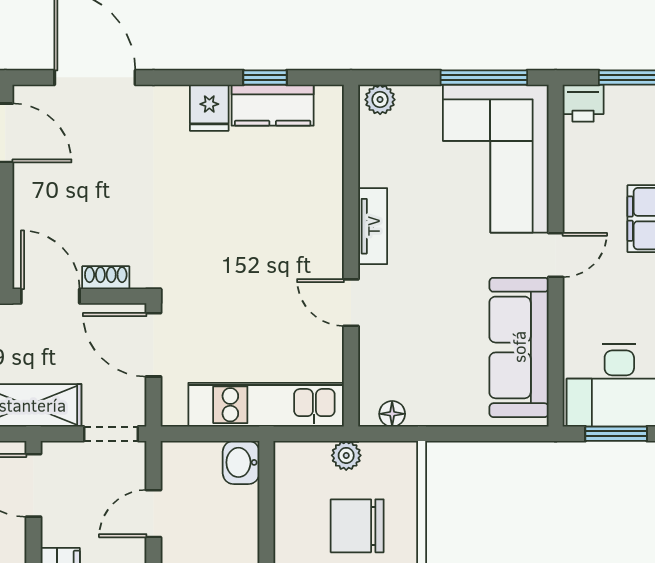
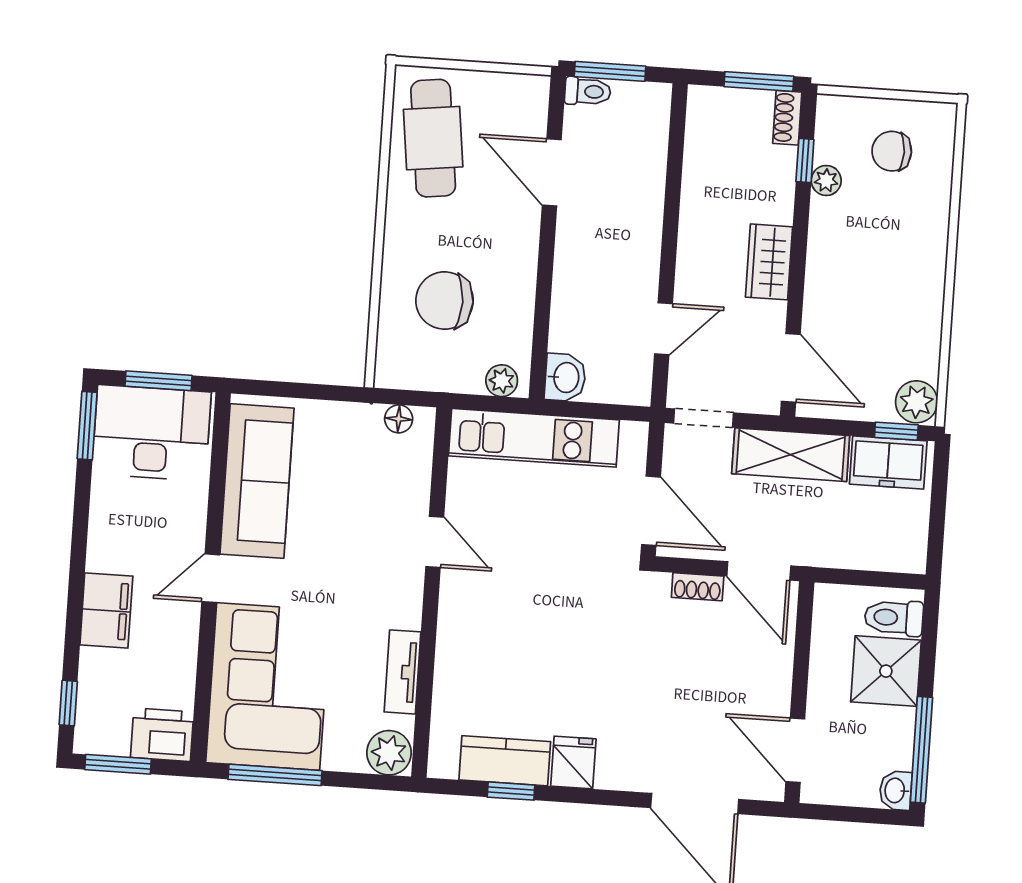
plant: (380, 100) -> (389, 753), width x1.38, depth x1.38
printer: (583, 103) -> (162, 735), width x1.36, depth x1.24
tv unit: (373, 226) -> (403, 672), moved
plant: (346, 455) -> (502, 381), moved
chair: (357, 526) -> (445, 301), turned 180

